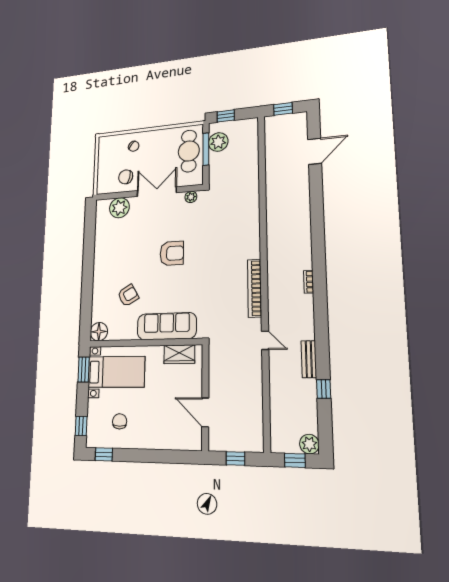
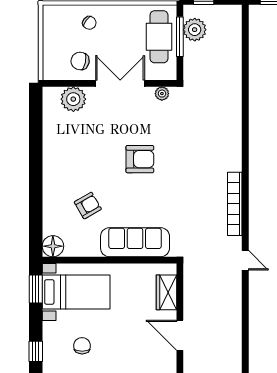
wardrobe: (179, 354) -> (166, 292), moved, turned 90

